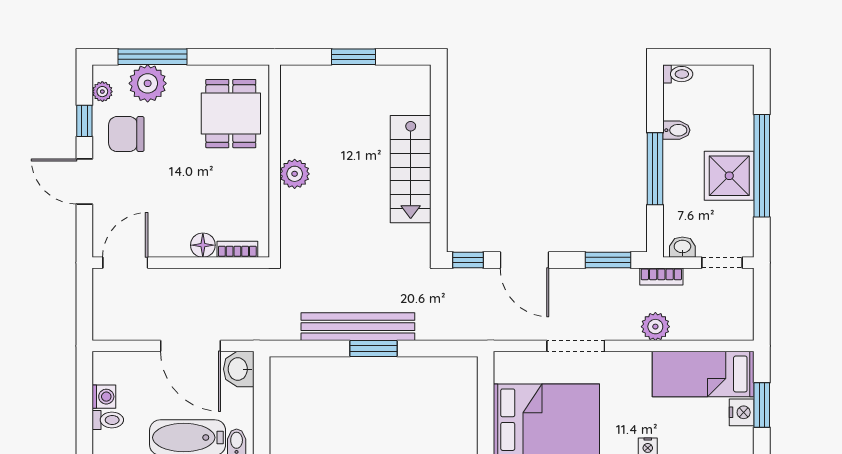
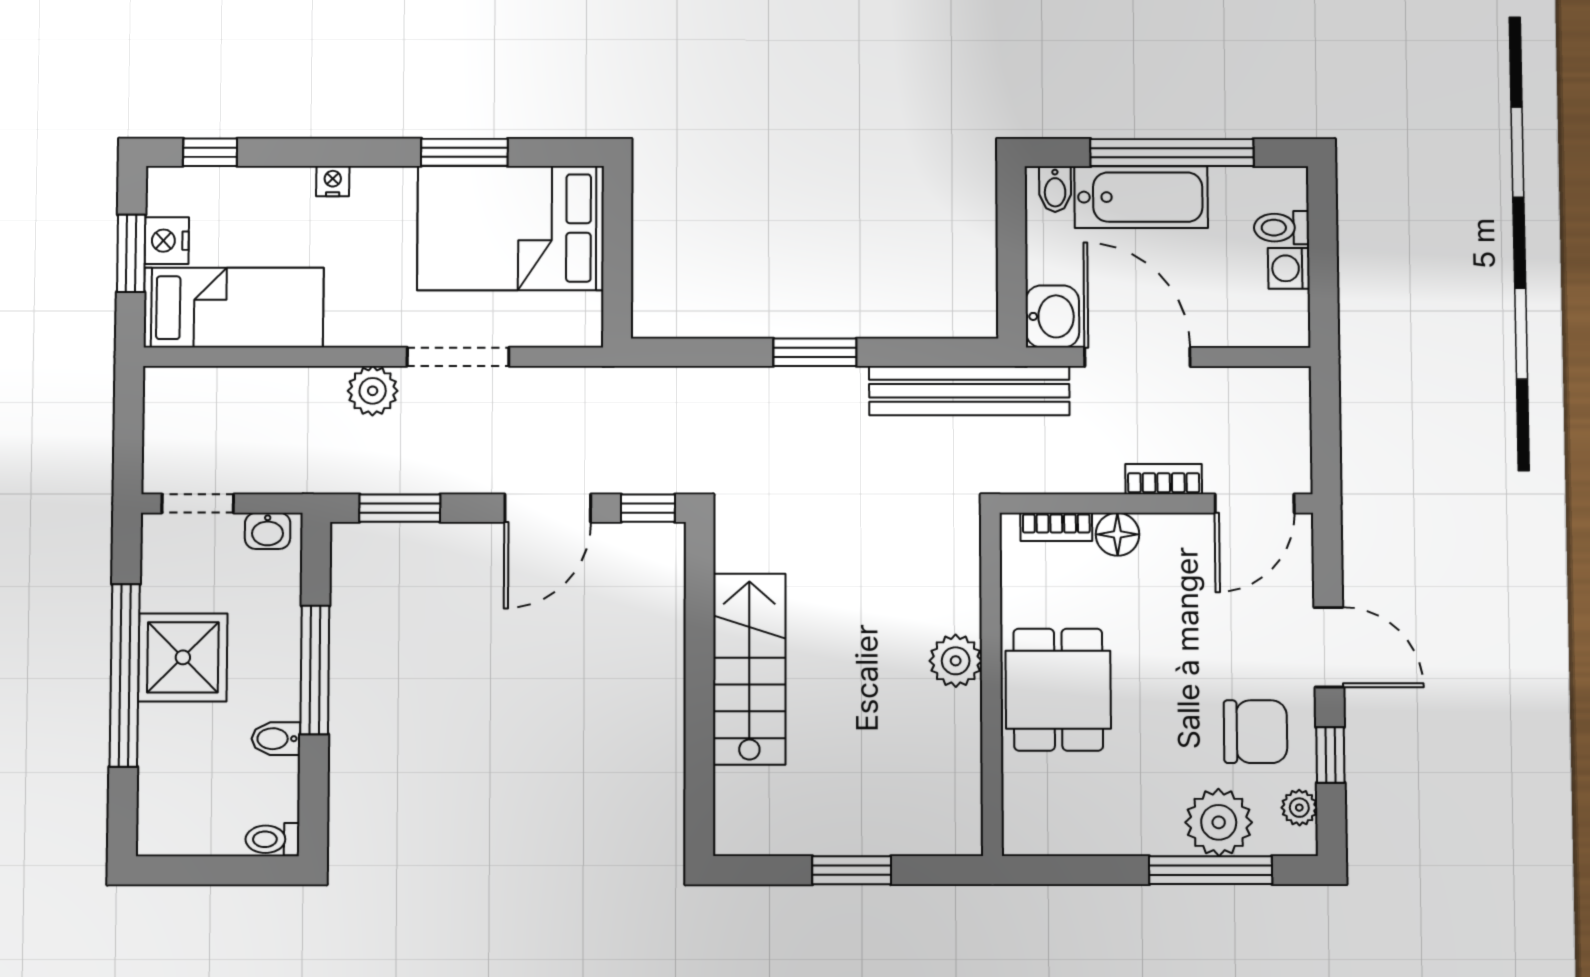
dining table: (231, 114) -> (1058, 690), moved
door: (525, 260) -> (548, 508), swing flipped
bookcase: (661, 276) -> (1164, 479), moved
bench: (358, 327) -> (969, 391), moved
plant: (655, 327) -> (373, 391), moved

